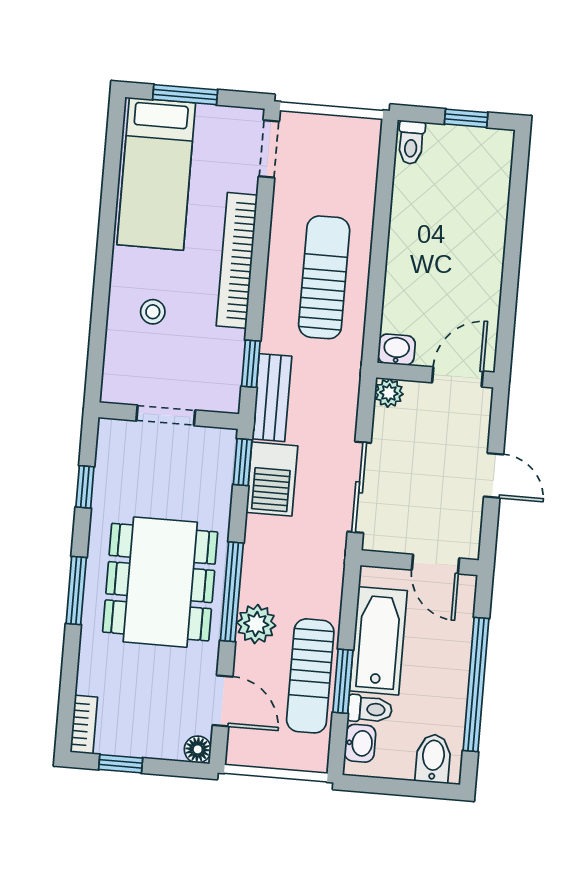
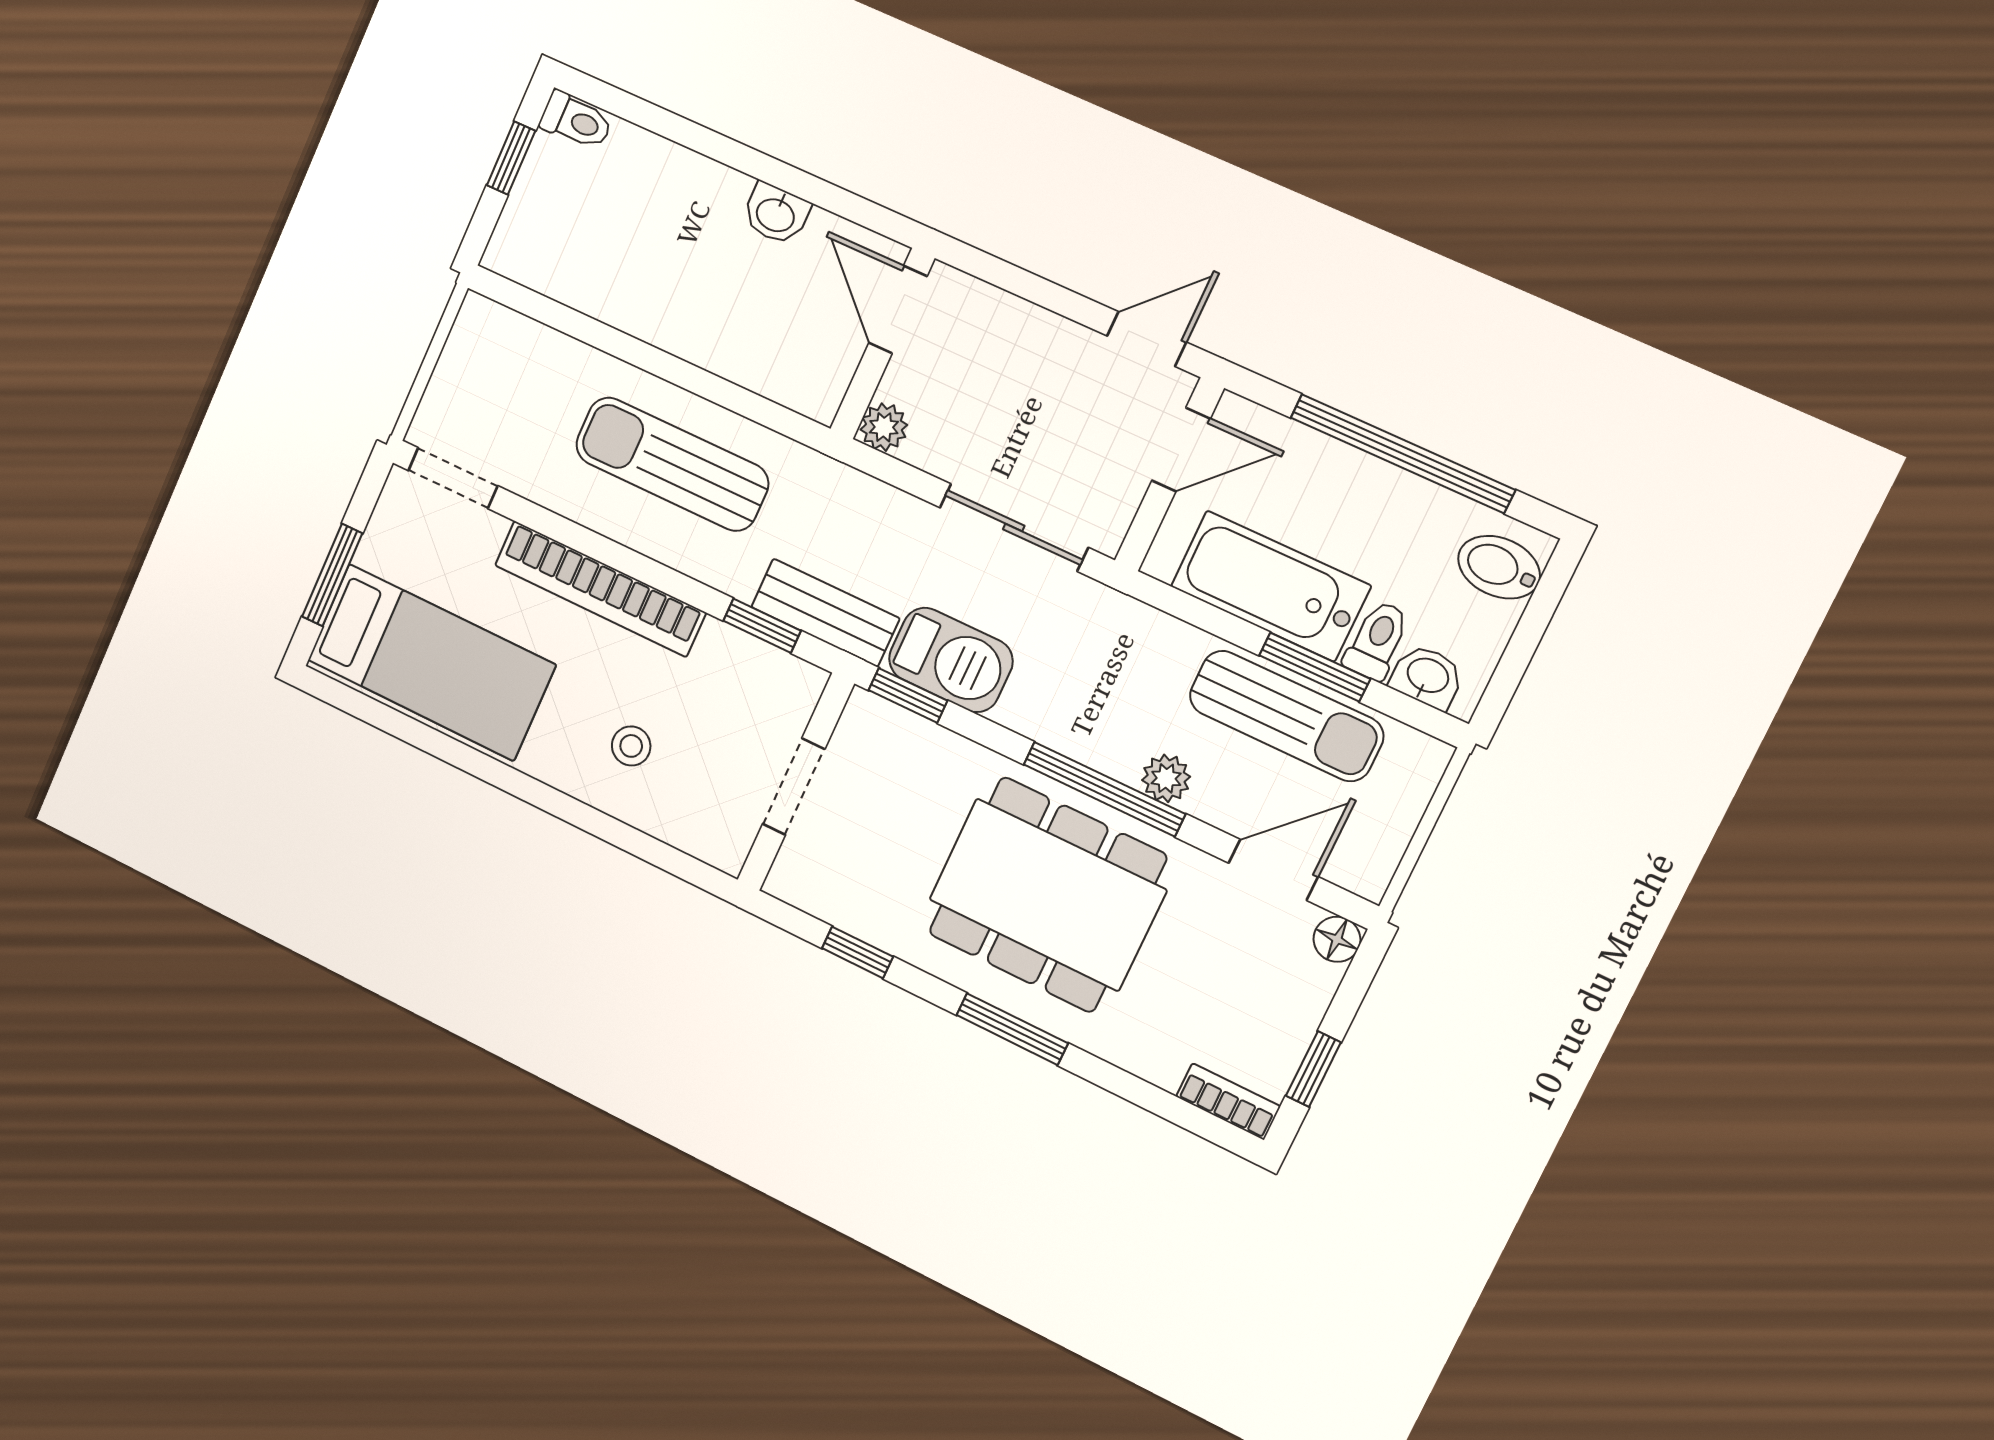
toilet: (411, 142) -> (576, 121), moved
washbasin: (396, 350) -> (776, 214), moved, turned -90
door: (494, 476) -> (1147, 339), moved
plant: (256, 624) -> (1166, 778), width x0.73, depth x0.73

